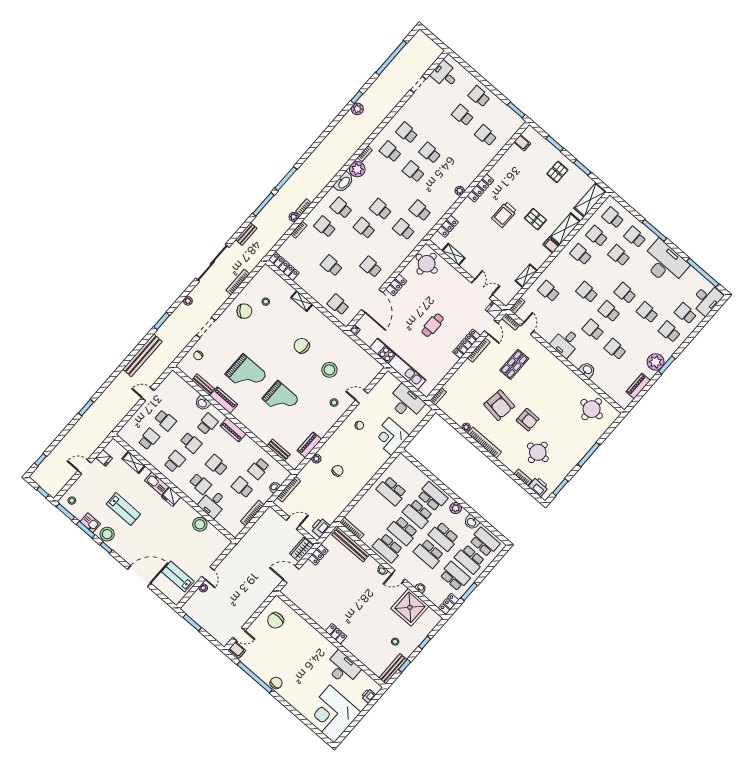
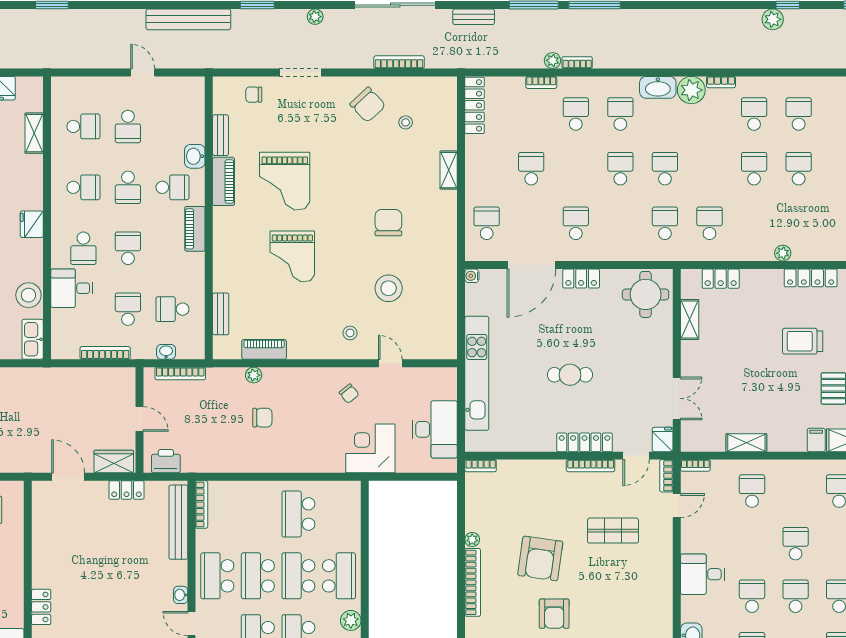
kitchen sink: (157, 484) -> (33, 339), moved

